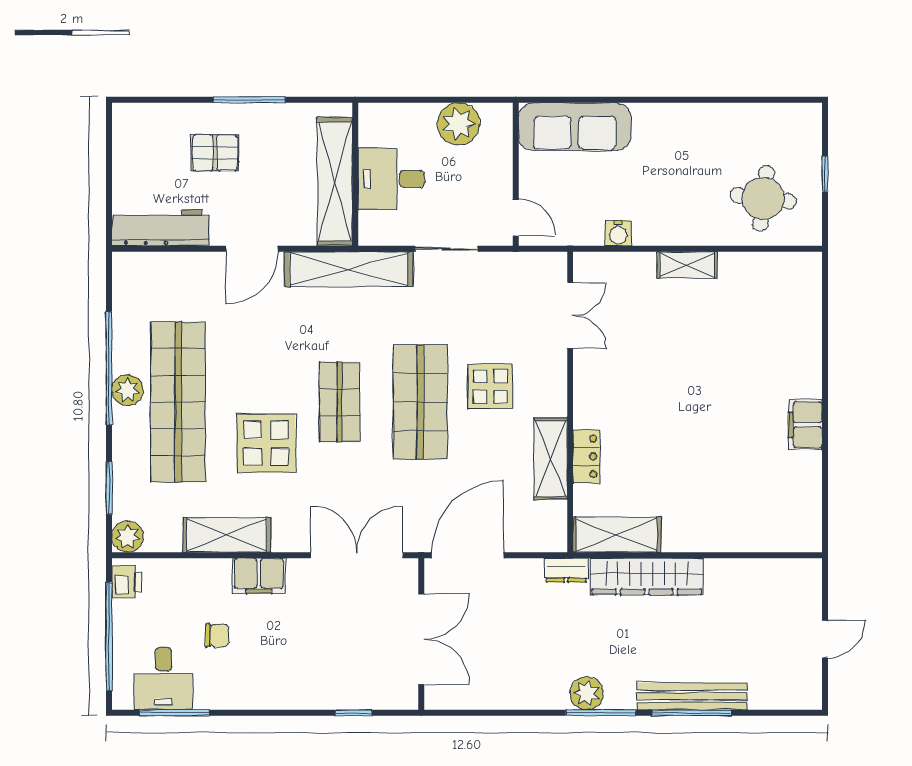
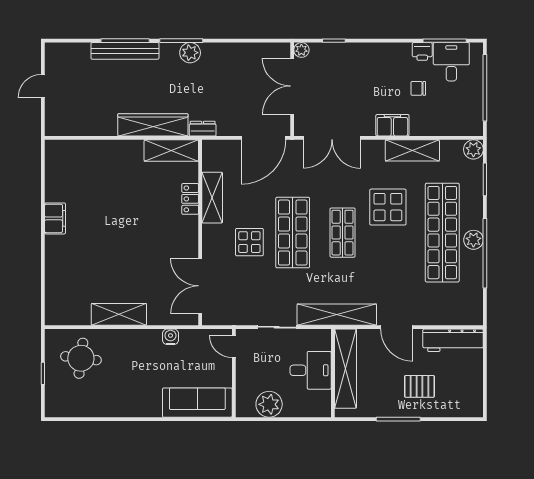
door: (252, 249) -> (397, 327), swing flipped
shelving: (687, 265) -> (119, 314), width x1.50, depth x1.33
double door: (570, 315) -> (200, 286), width x1.37
printer: (126, 582) -> (422, 51), moved, turned -90
plant: (406, 698) -> (301, 50), added

